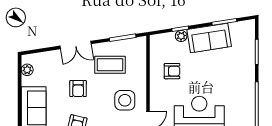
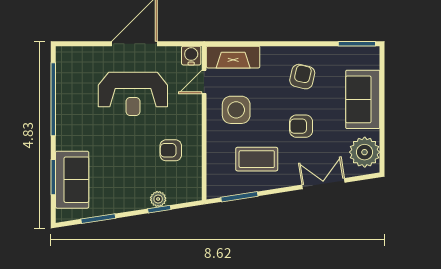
sofa: (209, 38) -> (72, 180), moved, turned 99
double door: (76, 45) -> (323, 184), moved
plant: (27, 70) -> (365, 152), width x1.88, depth x1.88
armchair: (78, 89) -> (301, 126), turned -90

